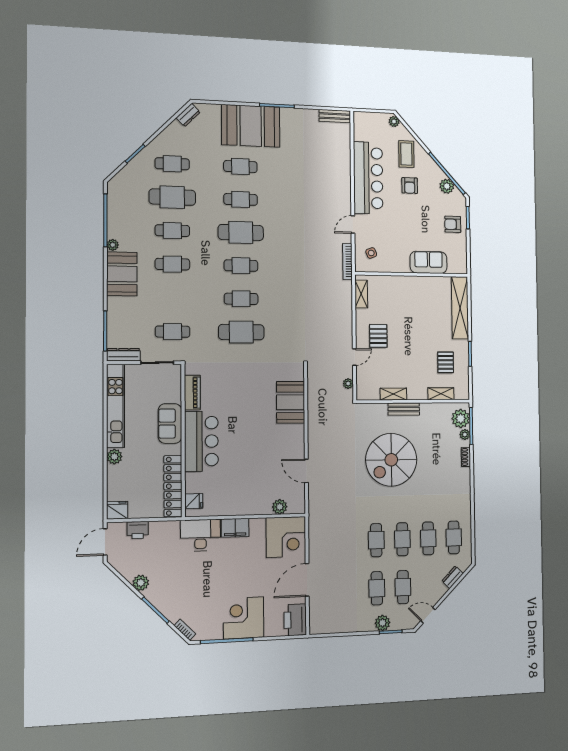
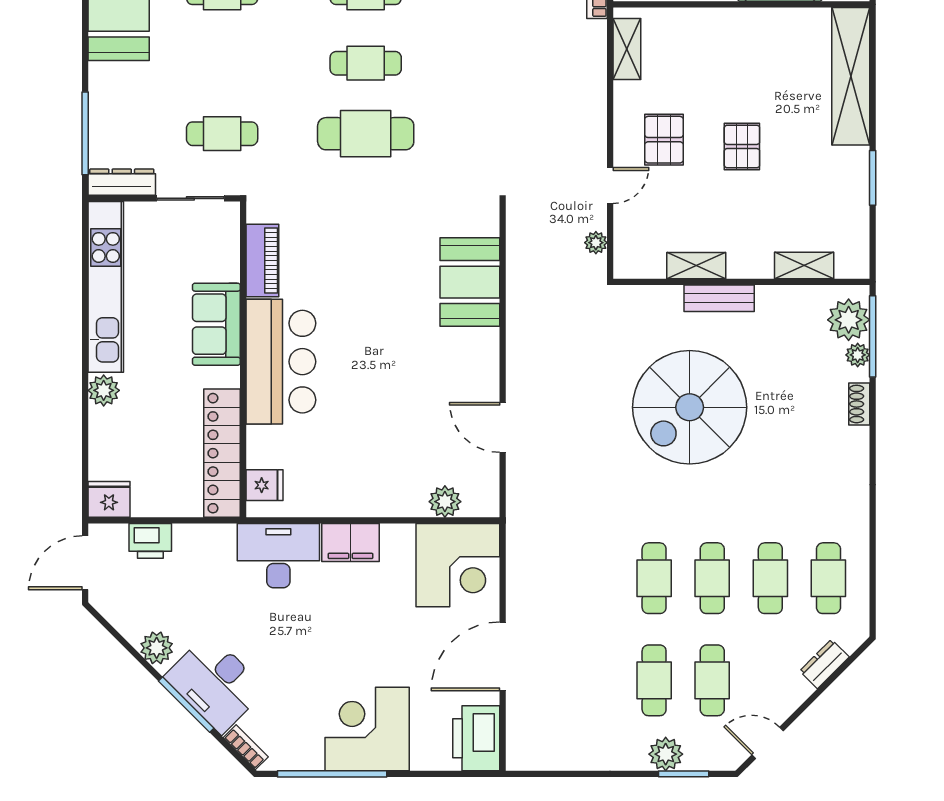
pallet: (446, 362) -> (742, 146), moved
desk: (170, 599) -> (215, 683), added

